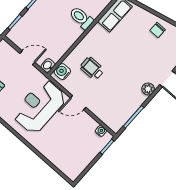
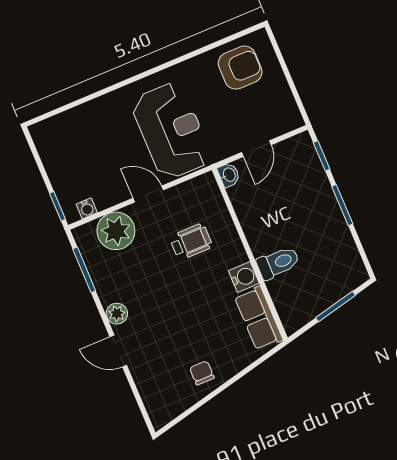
water cooler: (62, 72) -> (244, 277), moved
door: (78, 103) -> (148, 194), hinge flipped
plant: (105, 110) -> (116, 231), added

